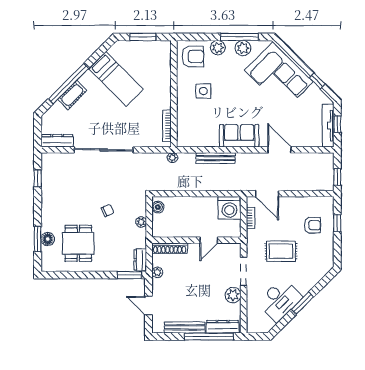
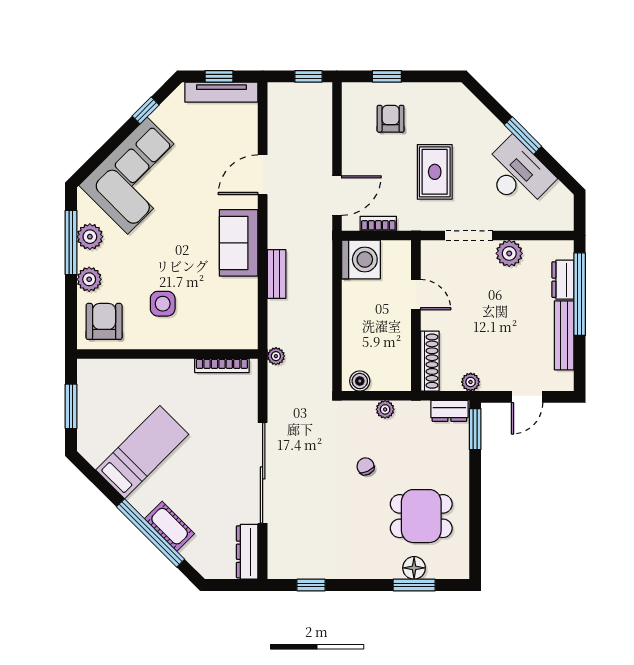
bench: (216, 158) -> (277, 274), width x0.73
dresser: (223, 327) -> (563, 280), width x0.70

